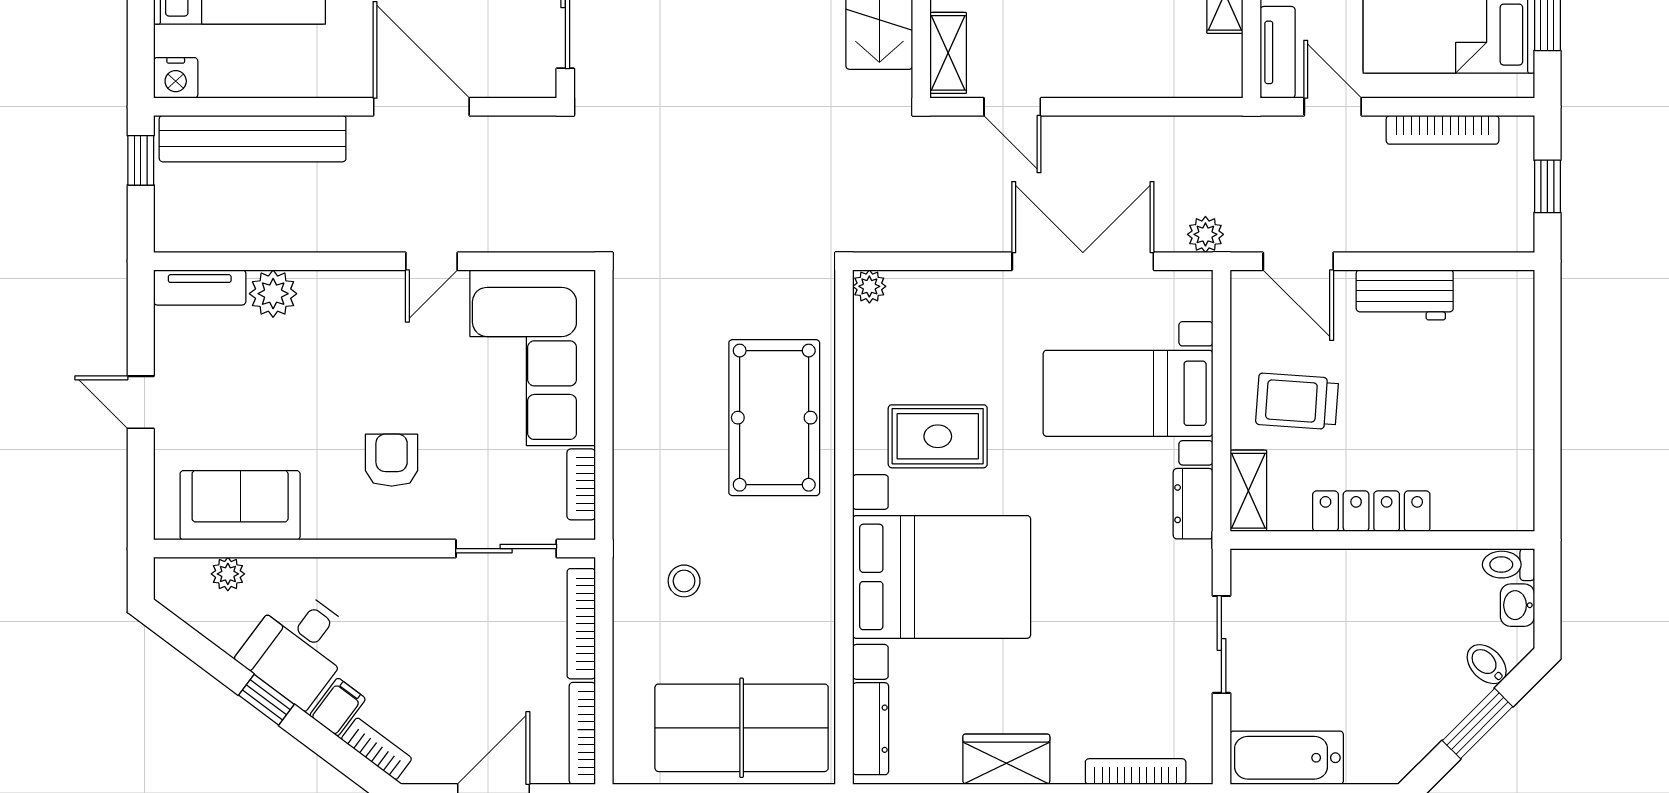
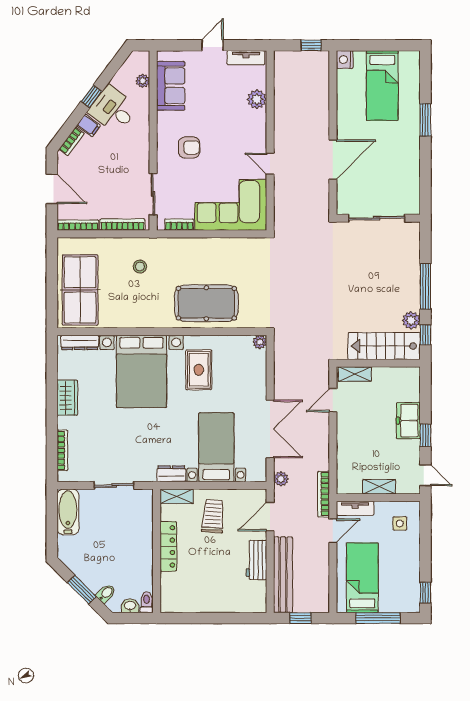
bookcase: (1443, 130) -> (324, 494), moved
bench: (253, 139) -> (283, 575), moved
tv unit: (200, 287) -> (246, 58), moved, turned -90

